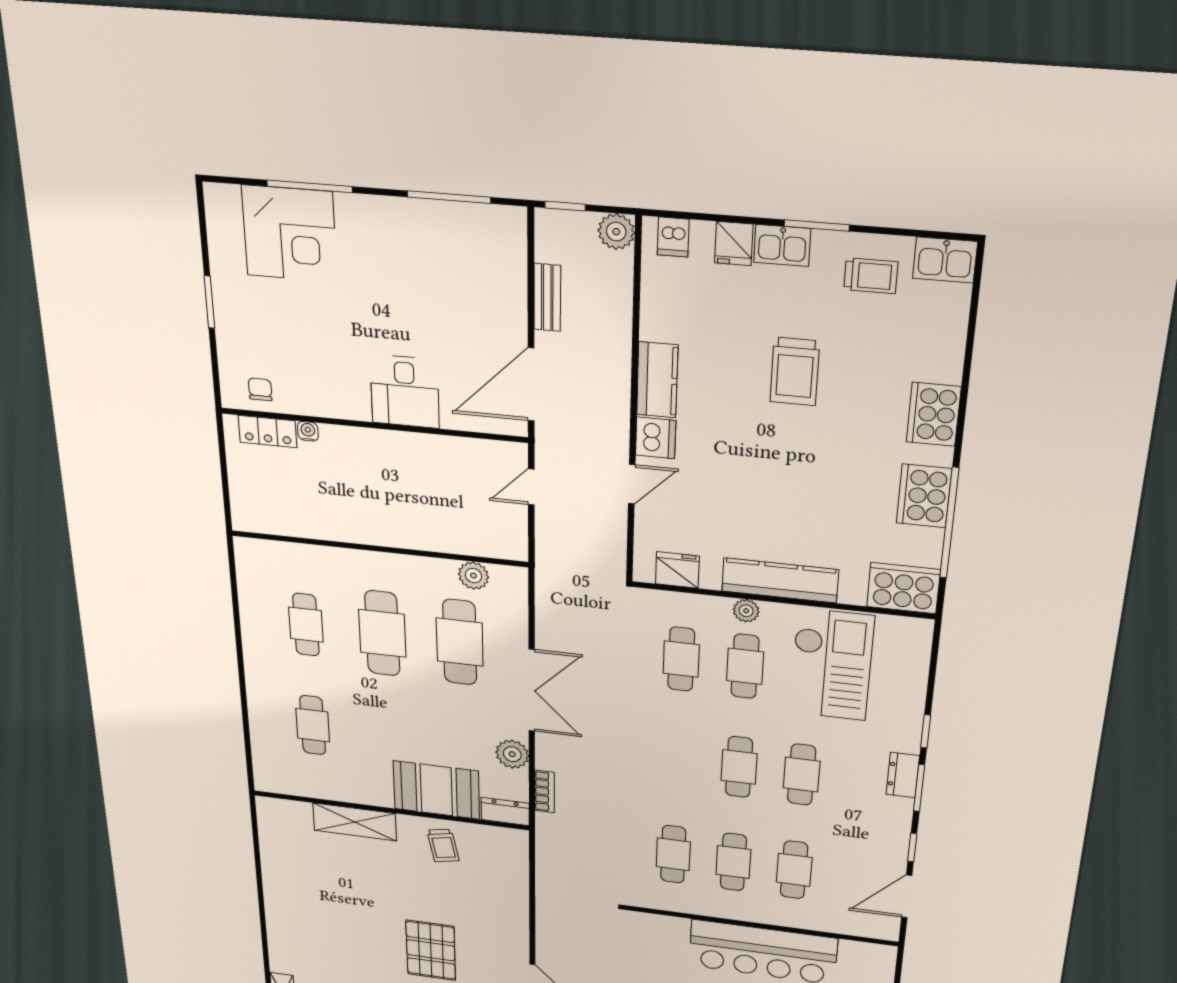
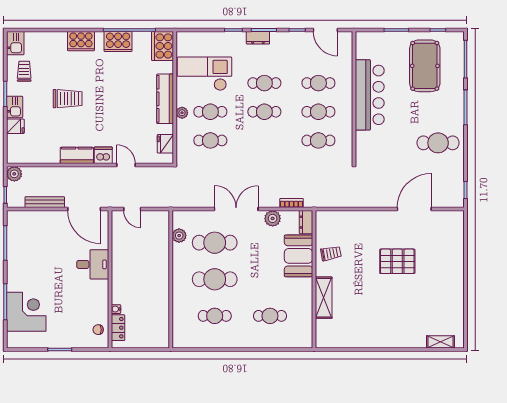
dishwasher: (673, 237) -> (15, 151), removed
bench: (547, 297) -> (45, 202), width x1.36

